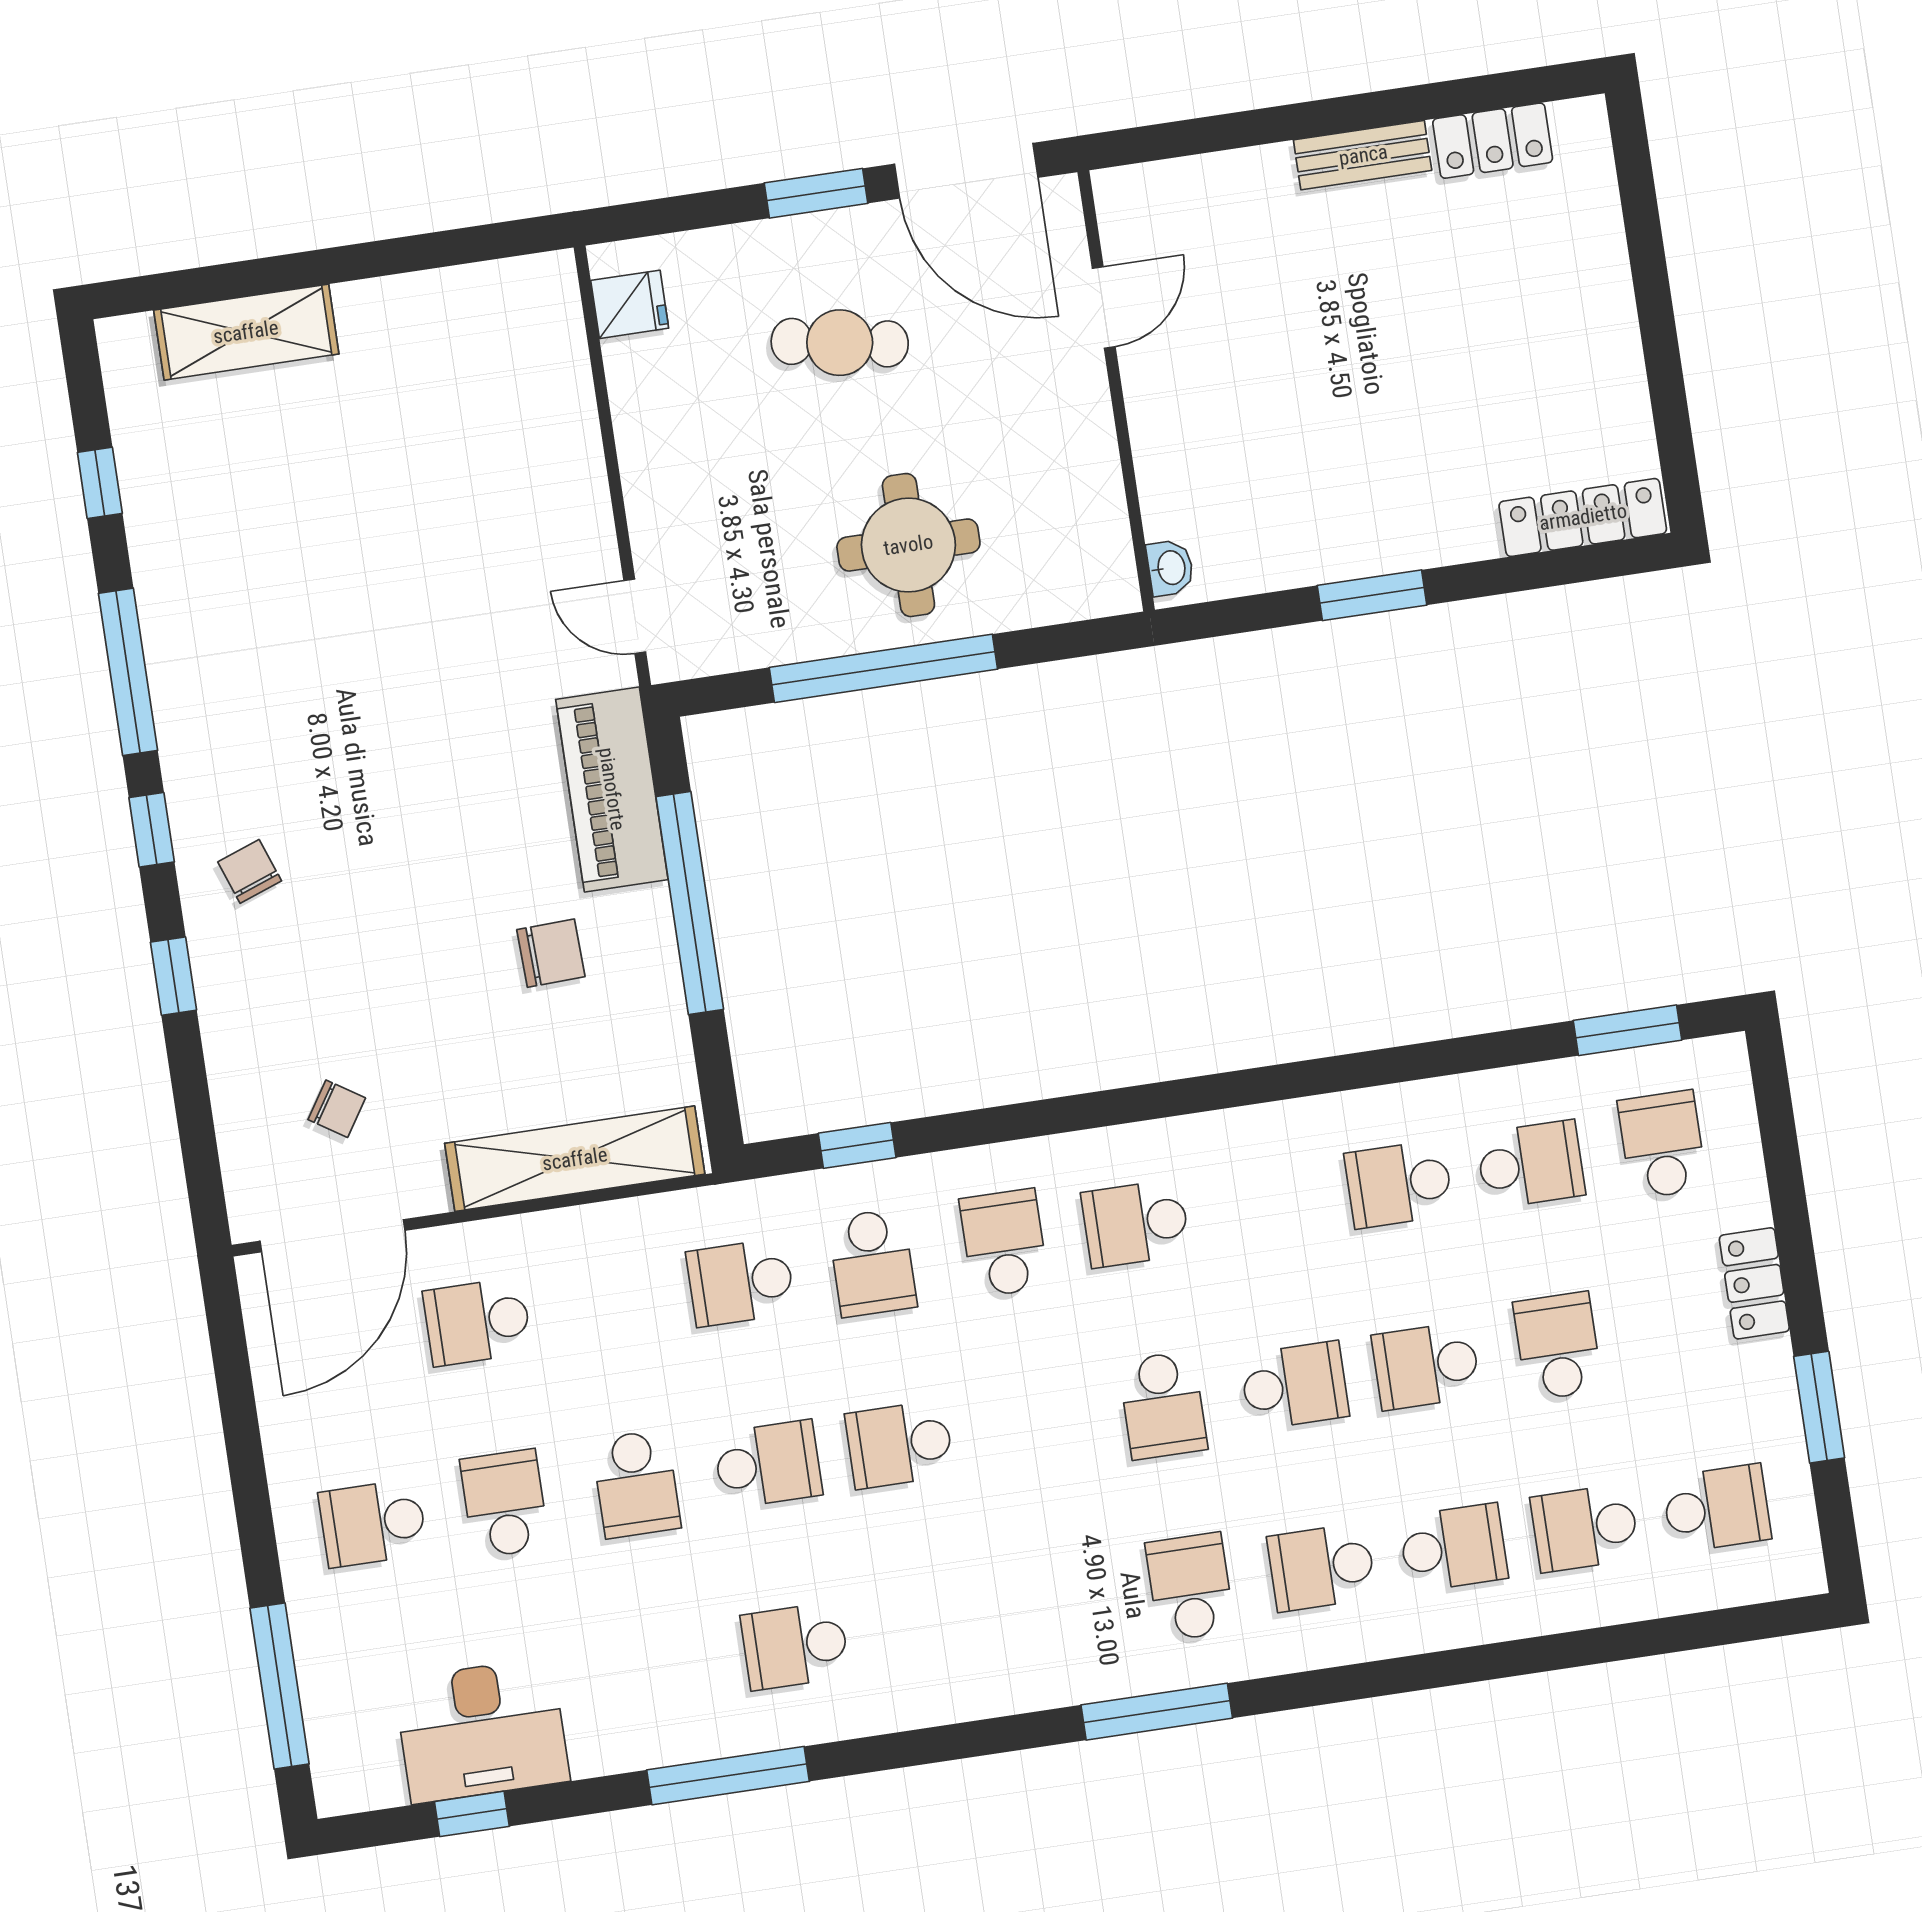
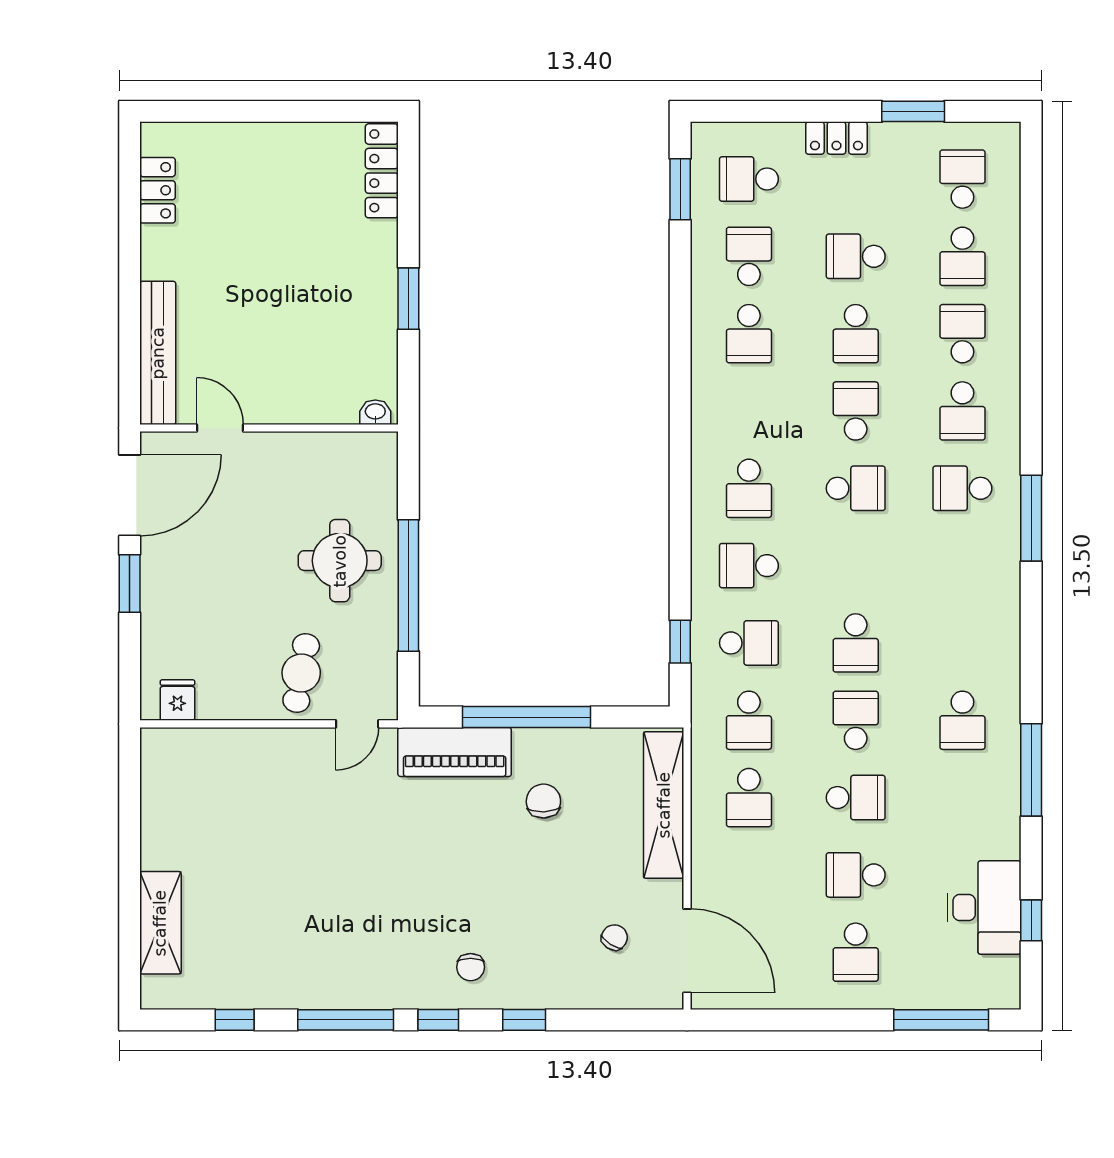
bench: (1363, 155) -> (158, 353), moved, width x1.86, depth x1.21
cafe table: (840, 343) -> (301, 673), moved
chair: (250, 871) -> (471, 967), turned -70
school desk: (477, 1322) -> (749, 798), moved

